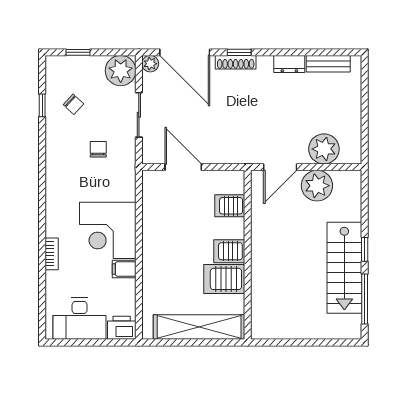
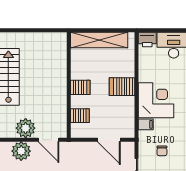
door: (280, 167) -> (49, 140), swing flipped
filing cabinet: (124, 269) -> (146, 124), moved
server rack: (224, 279) -> (122, 87), moved, turned 180

